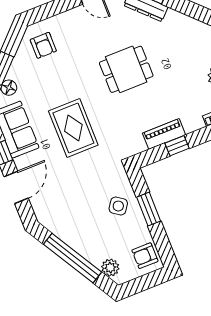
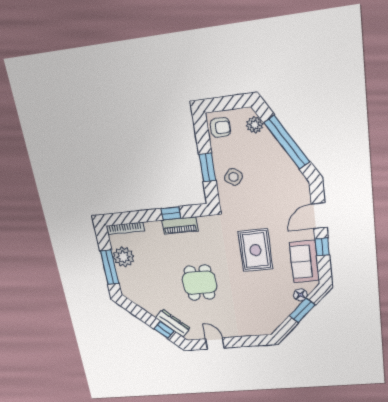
armchair: (43, 45) -> (262, 318), removed
dining table: (126, 69) -> (200, 283), turned 90

